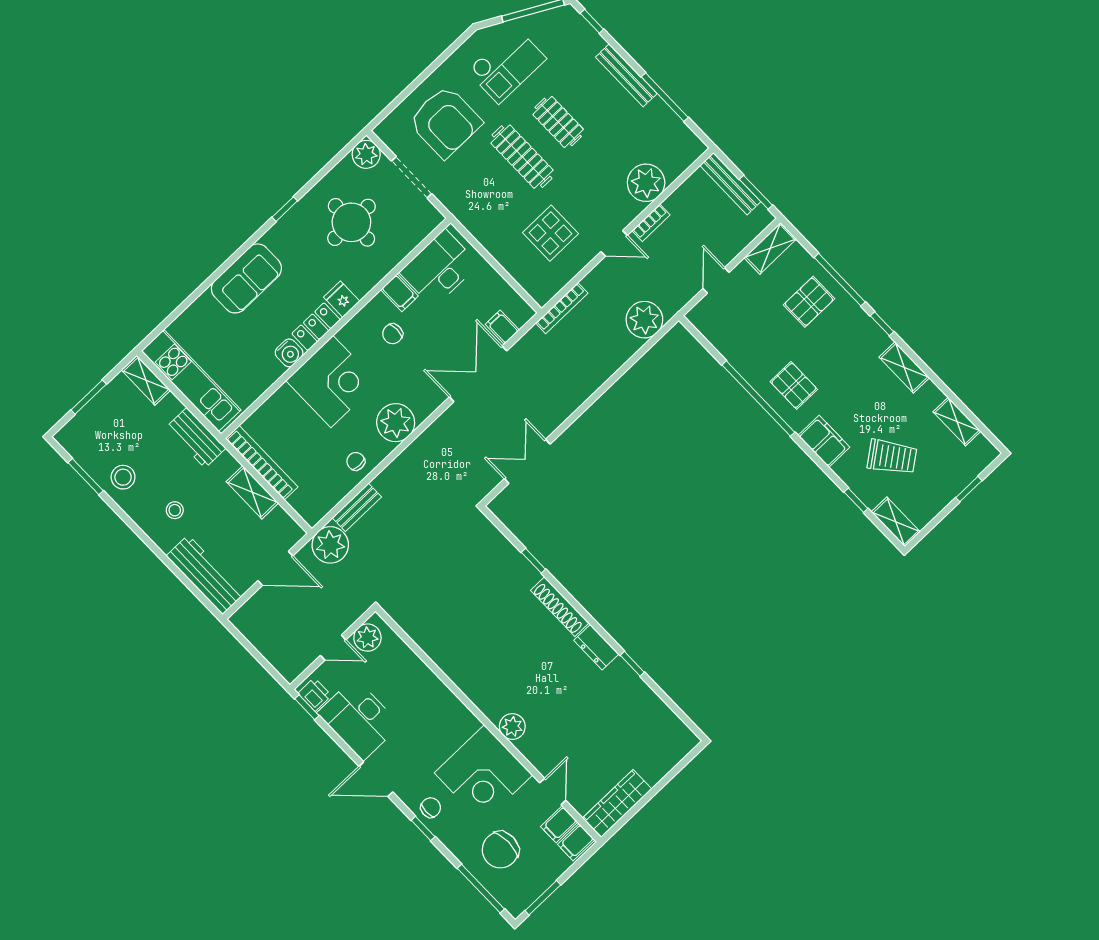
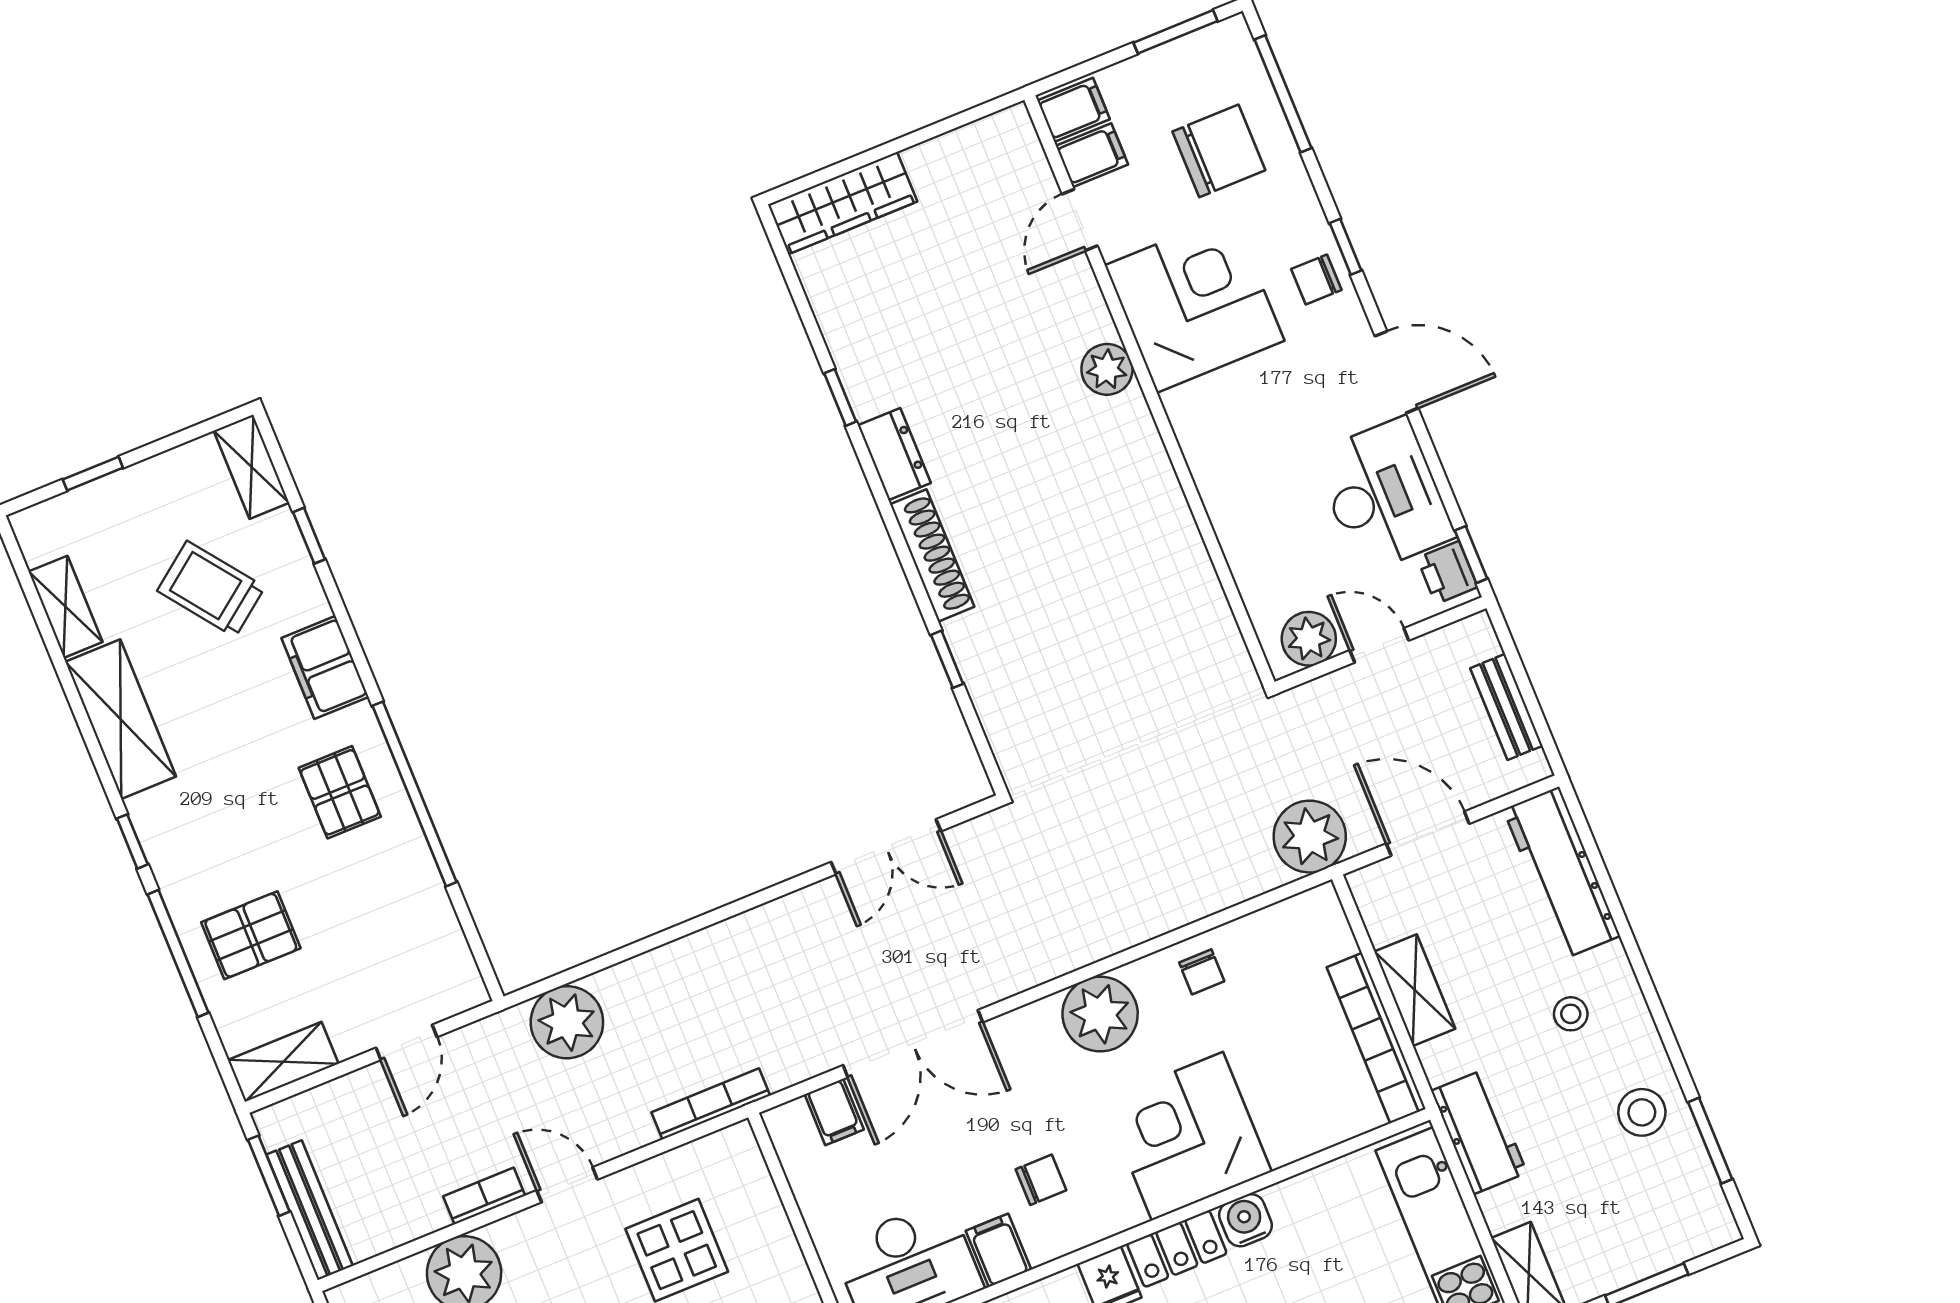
shelving: (904, 367) -> (121, 719), width x1.50, depth x1.33
bench: (357, 507) -> (1506, 707), moved, turned 90
wardrobe: (617, 804) -> (843, 203), moved

